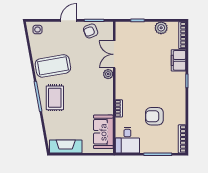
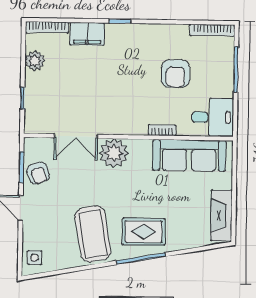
plant: (108, 74) -> (114, 153), width x1.88, depth x1.88
sofa: (103, 132) -> (189, 155), width x1.36

